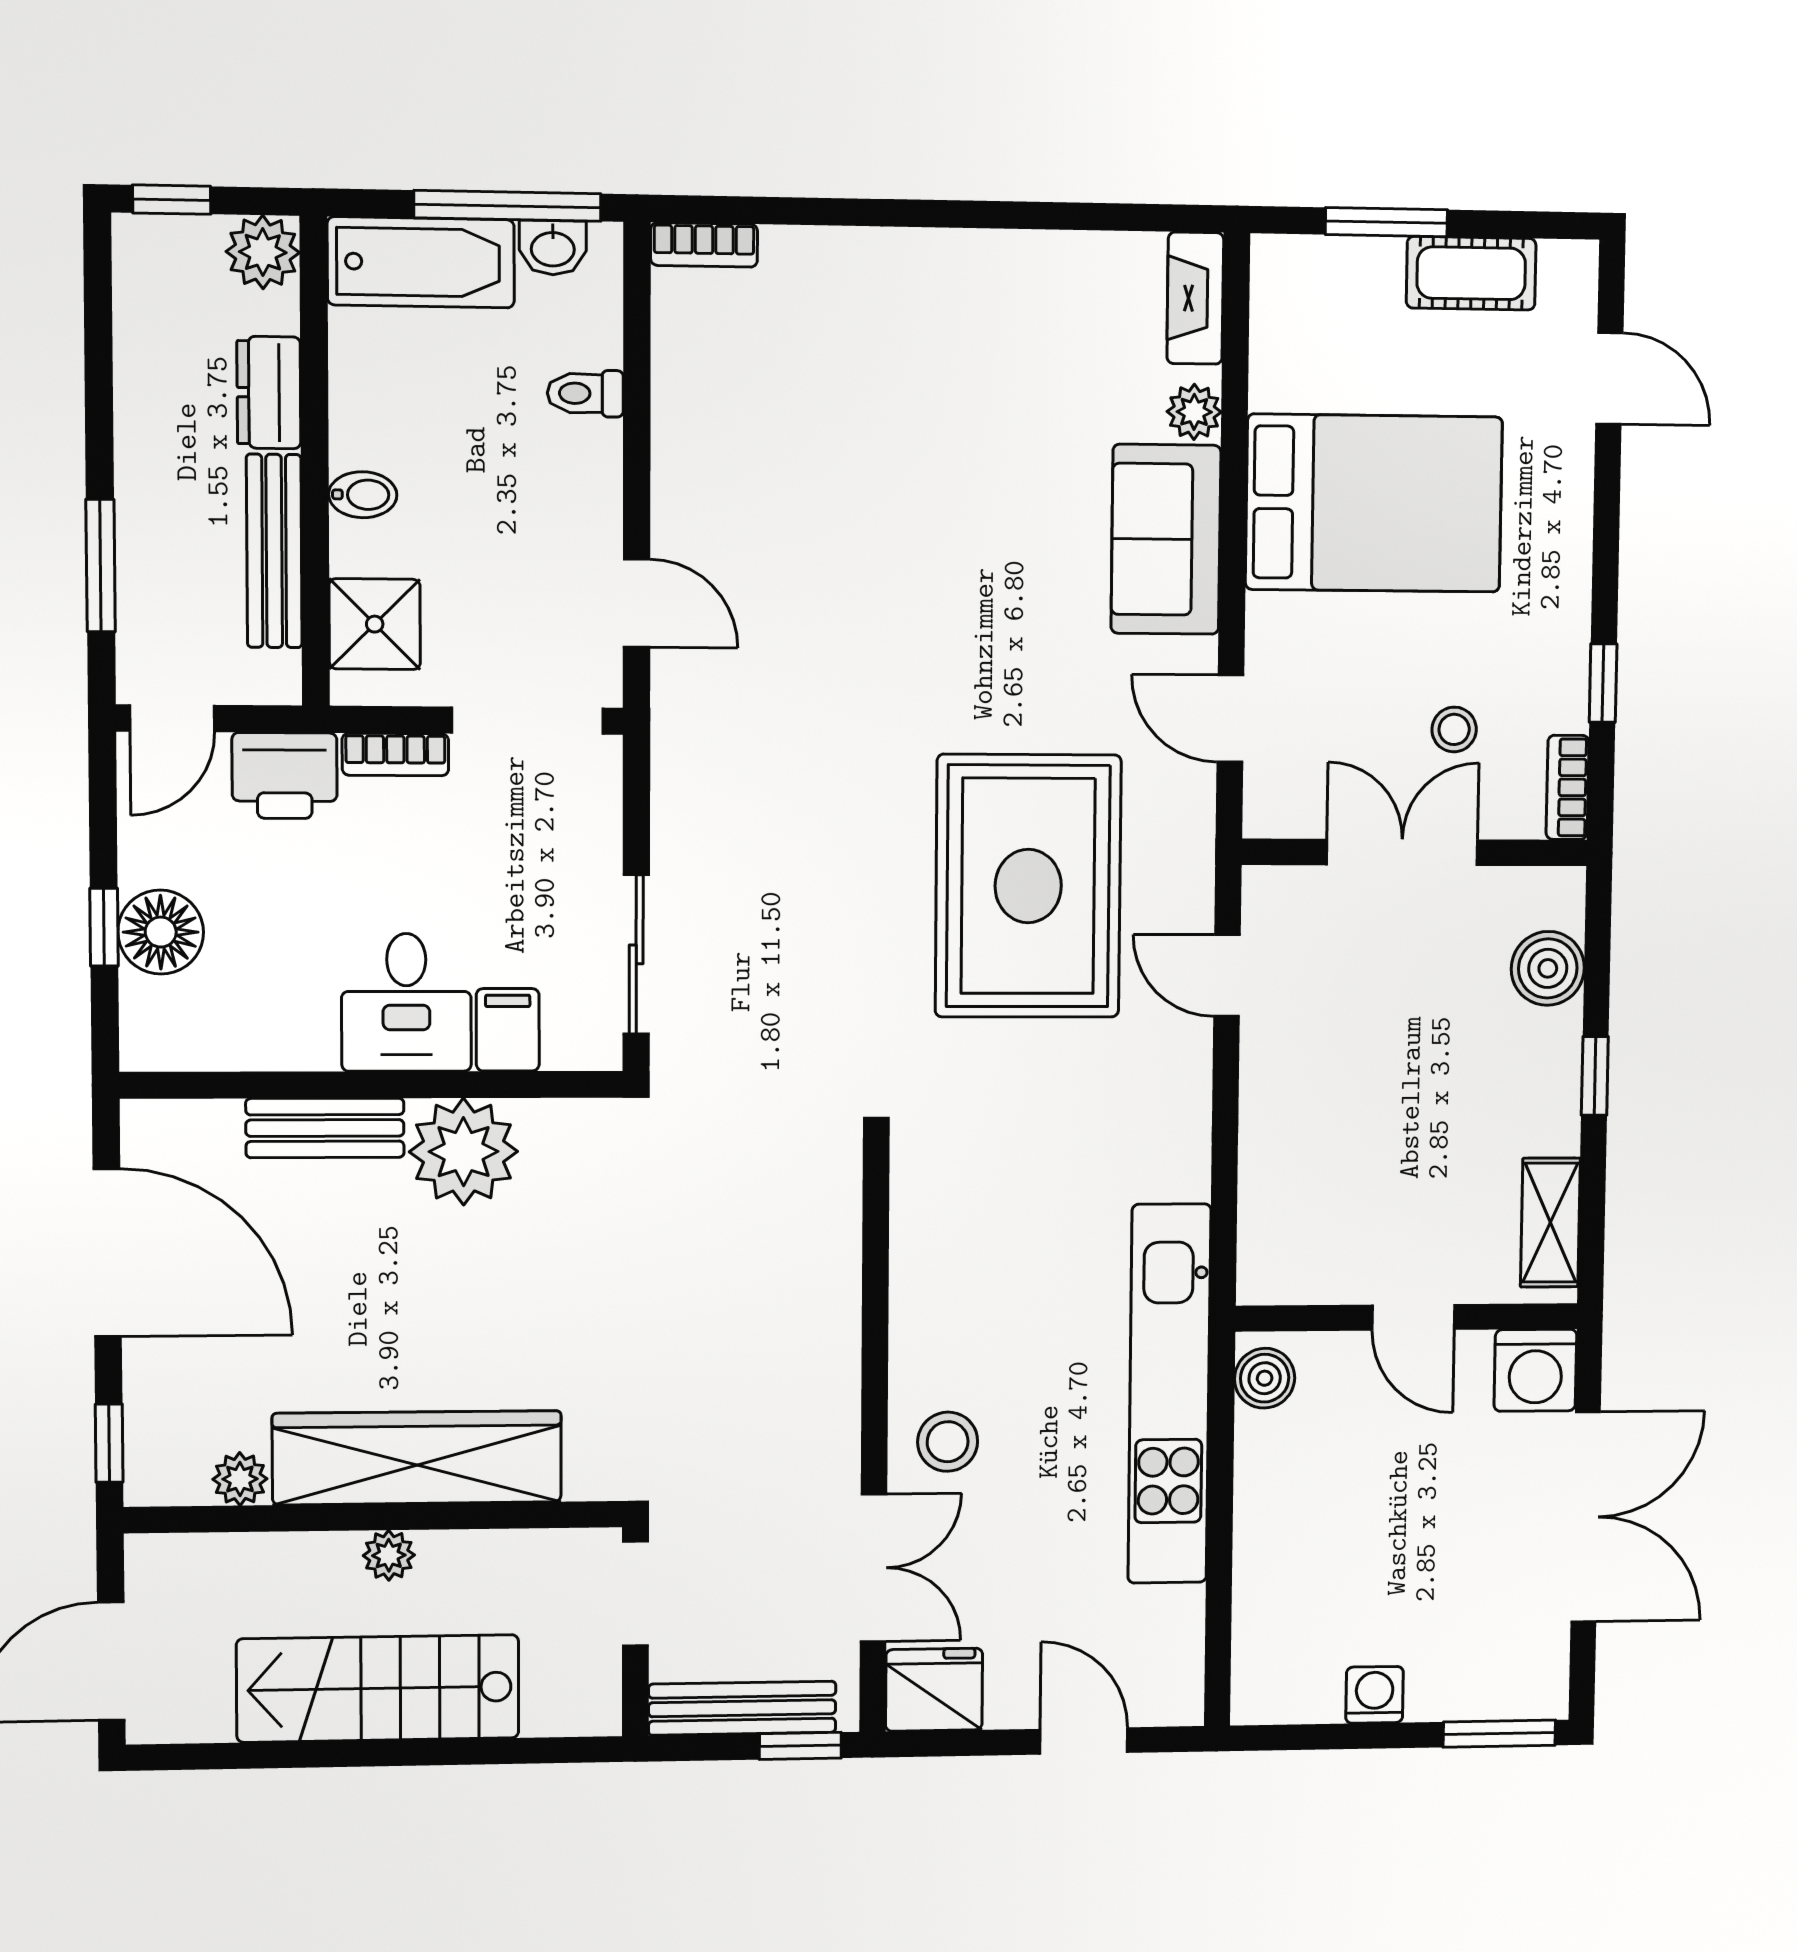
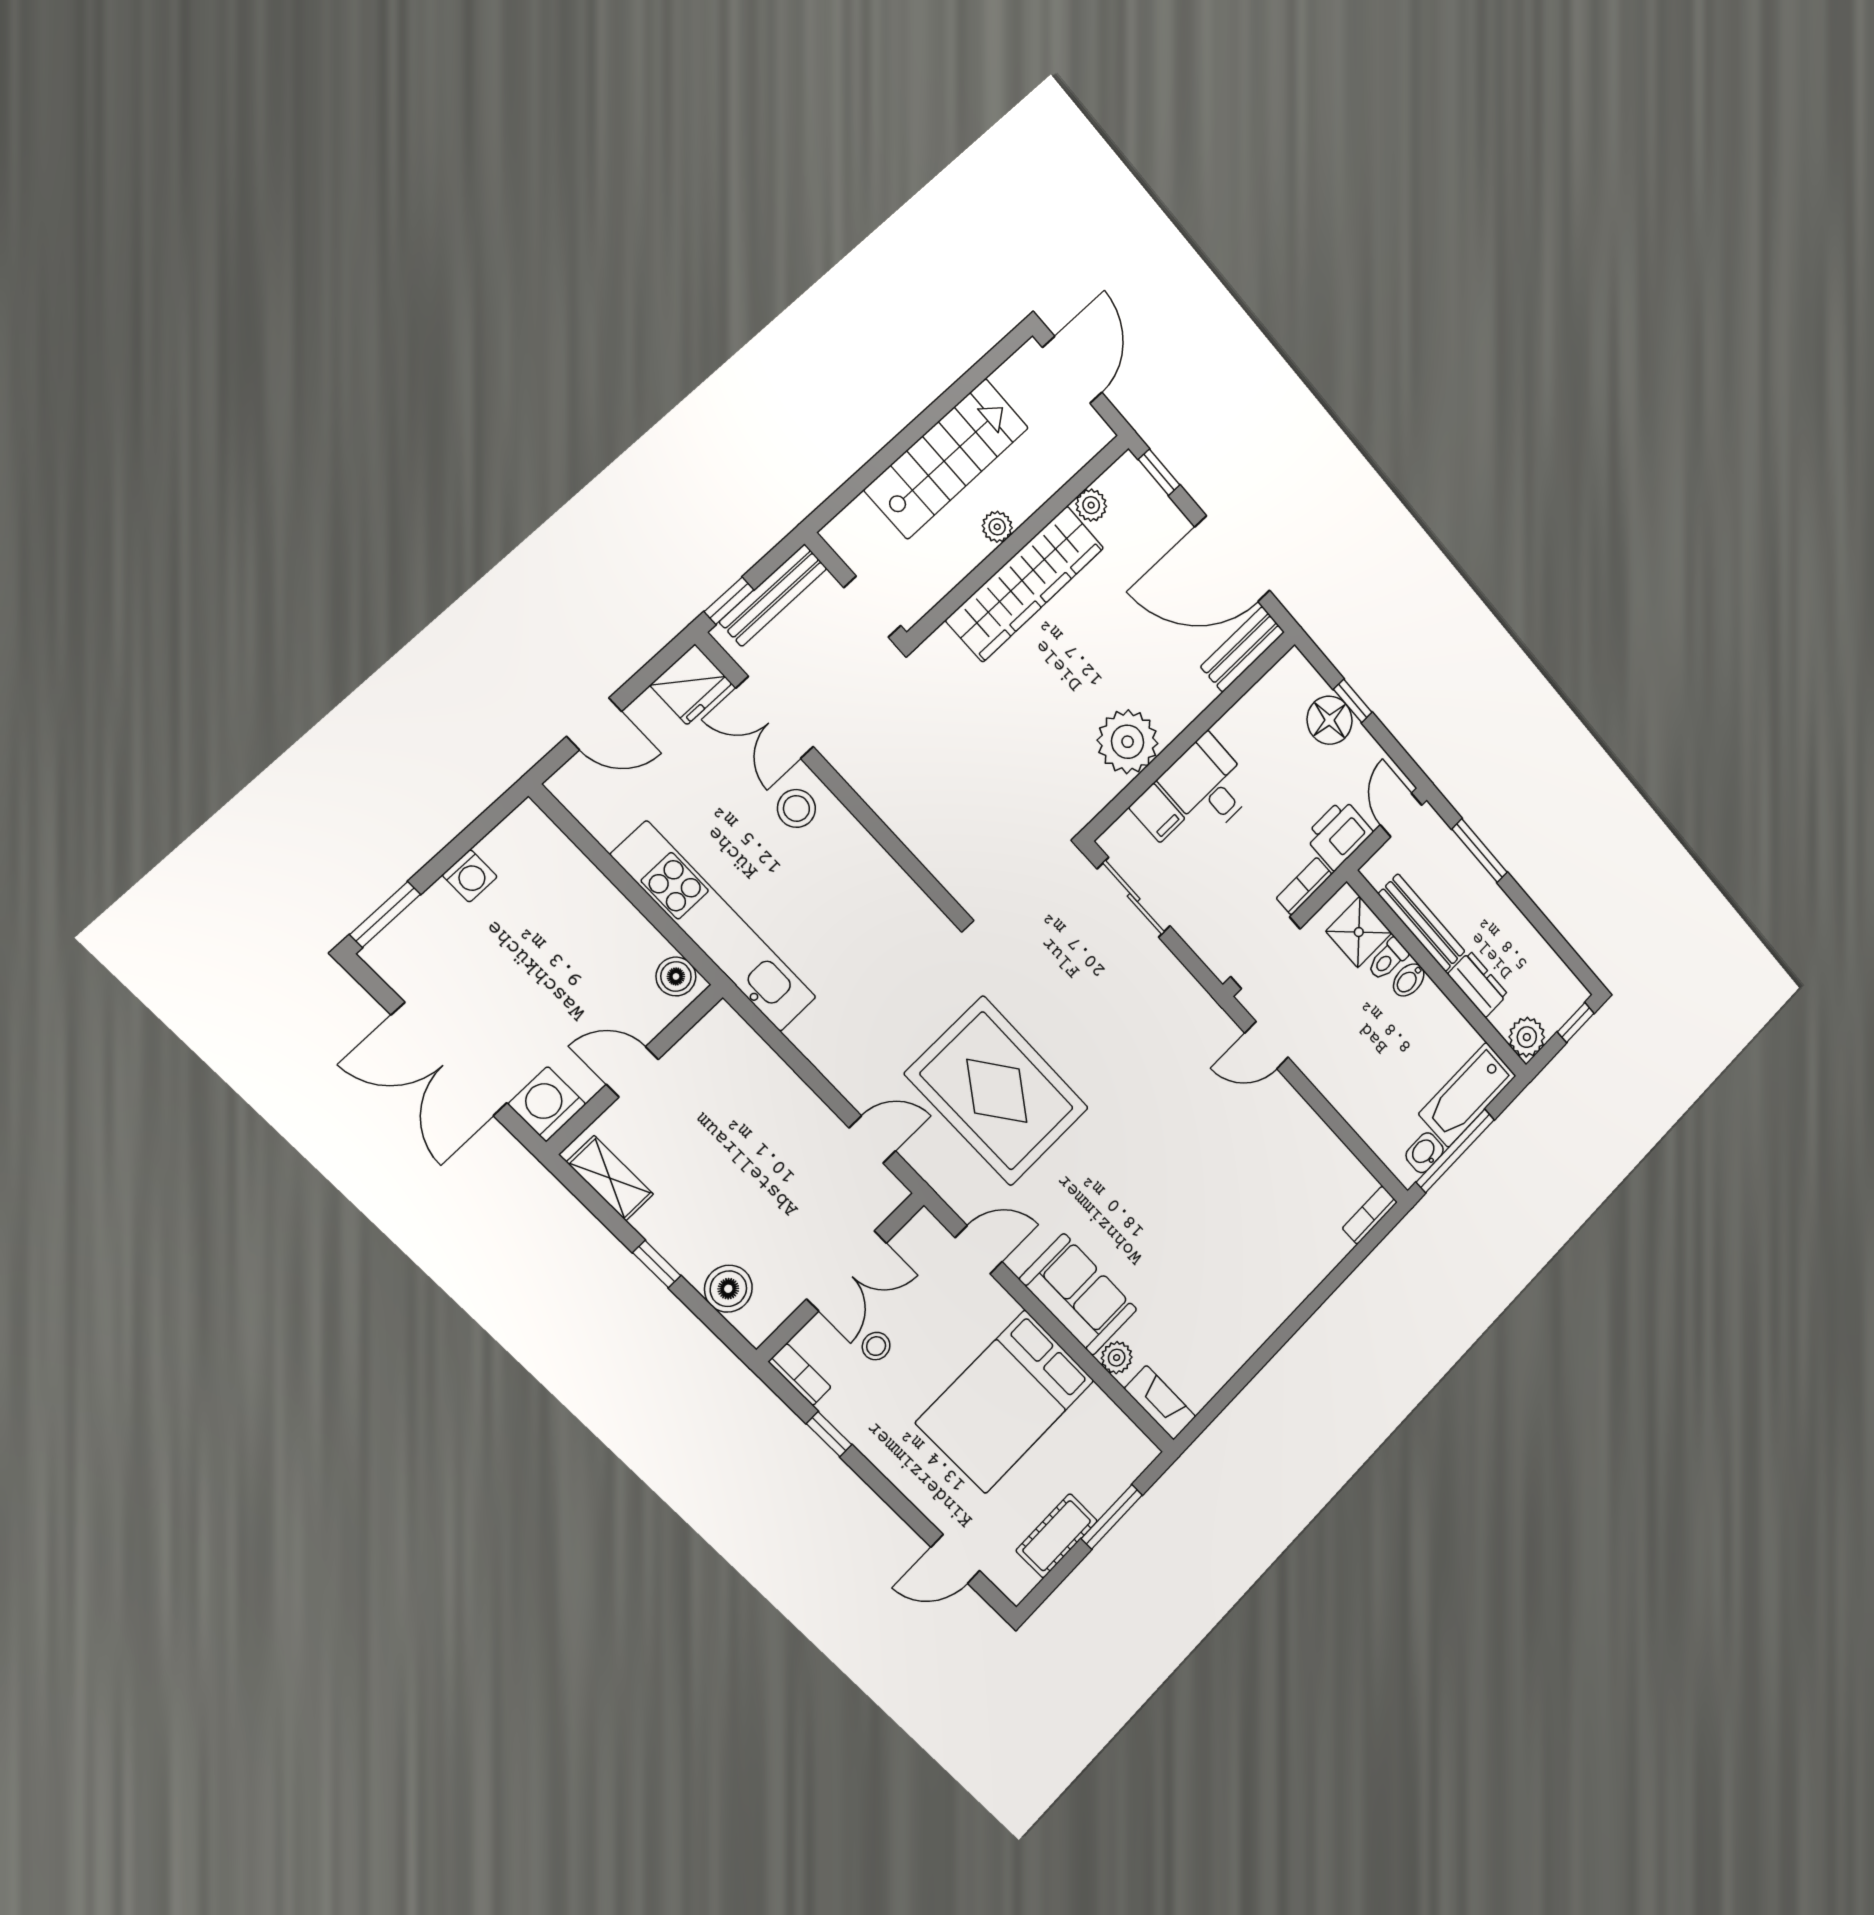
toilet: (585, 393) -> (1388, 959), moved, turned 180
bench: (325, 1128) -> (1243, 649), moved

